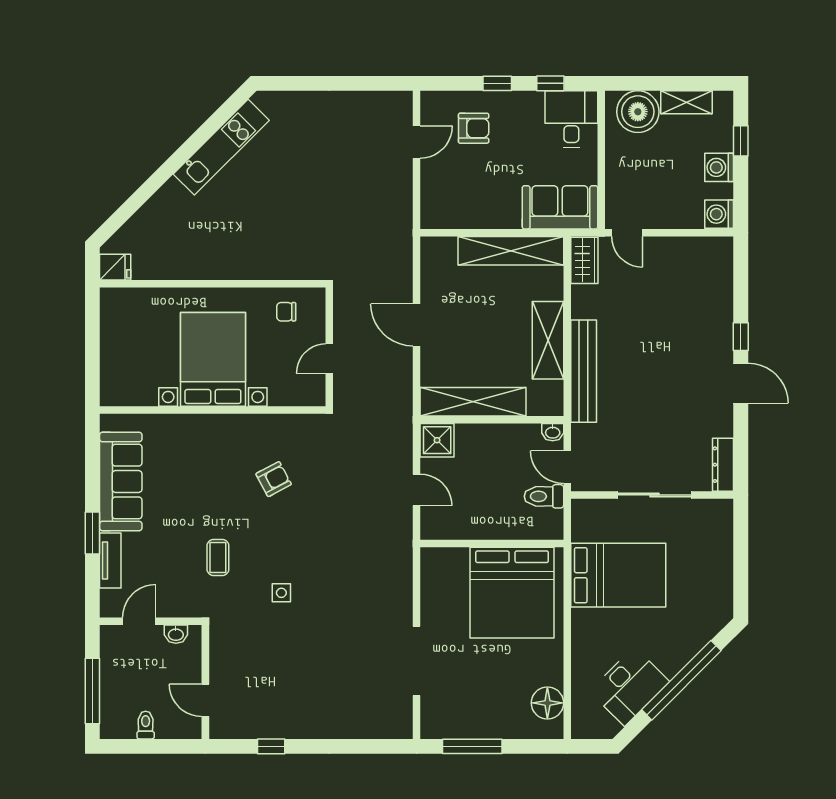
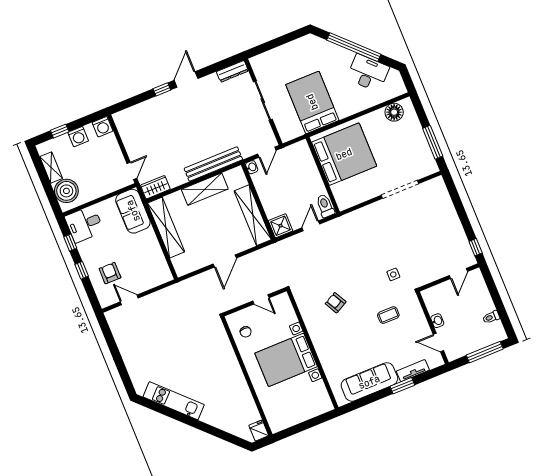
toilet: (544, 496) -> (325, 206), moved, turned 180
wall: (205, 682) -> (449, 277), moved
door: (205, 700) -> (458, 273), moved

